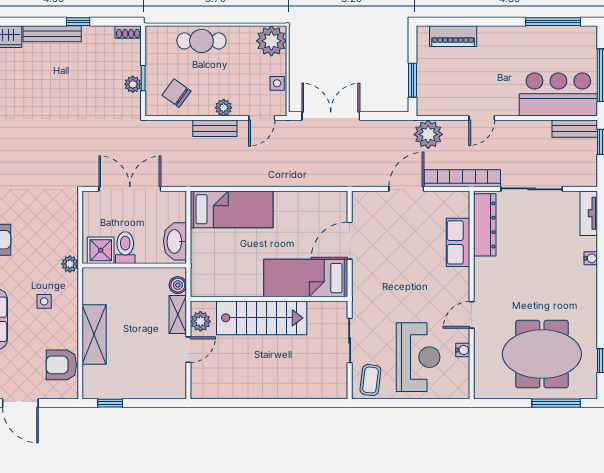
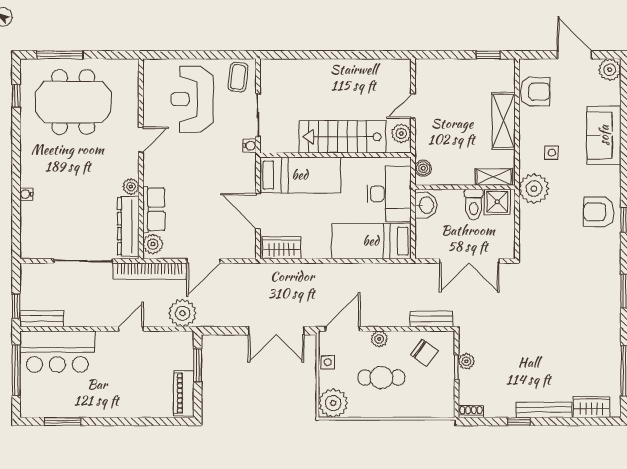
window: (553, 22) -> (62, 421), width x0.69
piano: (453, 36) -> (184, 393), moved, turned -90
cafe table: (201, 41) -> (381, 378), moved
door: (262, 118) -> (342, 329), width x1.38
bench: (215, 128) -> (431, 319), moved
wardrobe: (325, 202) -> (282, 248), added
plant: (459, 206) -> (153, 244), added
tv unit: (589, 213) -> (28, 237), removed
washbasin: (175, 241) -> (426, 205), width x0.72
door: (350, 241) -> (258, 211), swing flipped
desk: (213, 259) -> (389, 194), added
plant: (70, 264) -> (534, 189), width x1.87, depth x1.87
plant: (482, 266) -> (131, 187), added
shelving: (178, 314) -> (494, 177), moved, turned 90
water cooler: (463, 350) -> (250, 146), moved, turned 180

